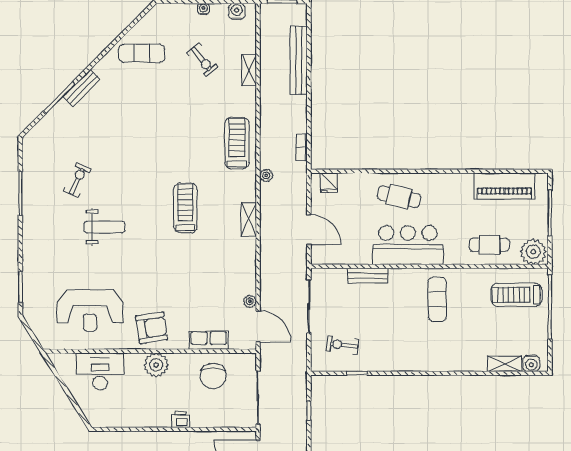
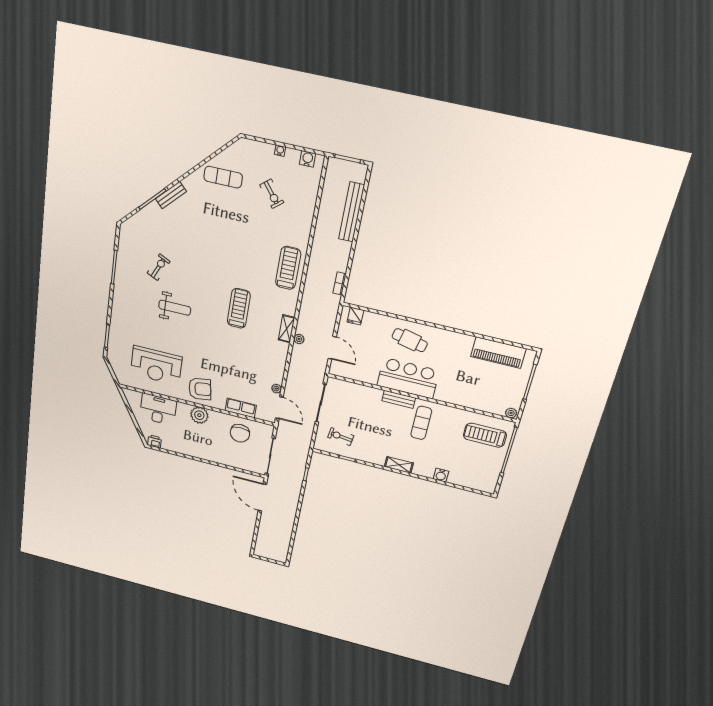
shelving: (249, 70) -> (309, 211), removed
plant: (266, 175) -> (299, 339), moved
cafe table: (489, 245) -> (473, 394), removed
plant: (533, 252) -> (511, 413), width x0.53, depth x0.53
bench: (368, 276) -> (399, 399), moved
water cooler: (531, 363) -> (441, 475), moved
shelving: (504, 364) -> (399, 465), moved
printer: (180, 420) -> (154, 441), moved

